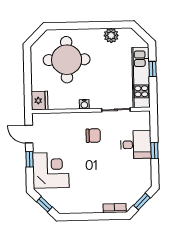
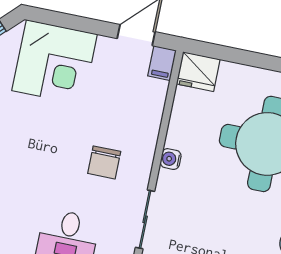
filing cabinet: (39, 119) -> (162, 63), added
window: (29, 159) -> (86, 25), removed

